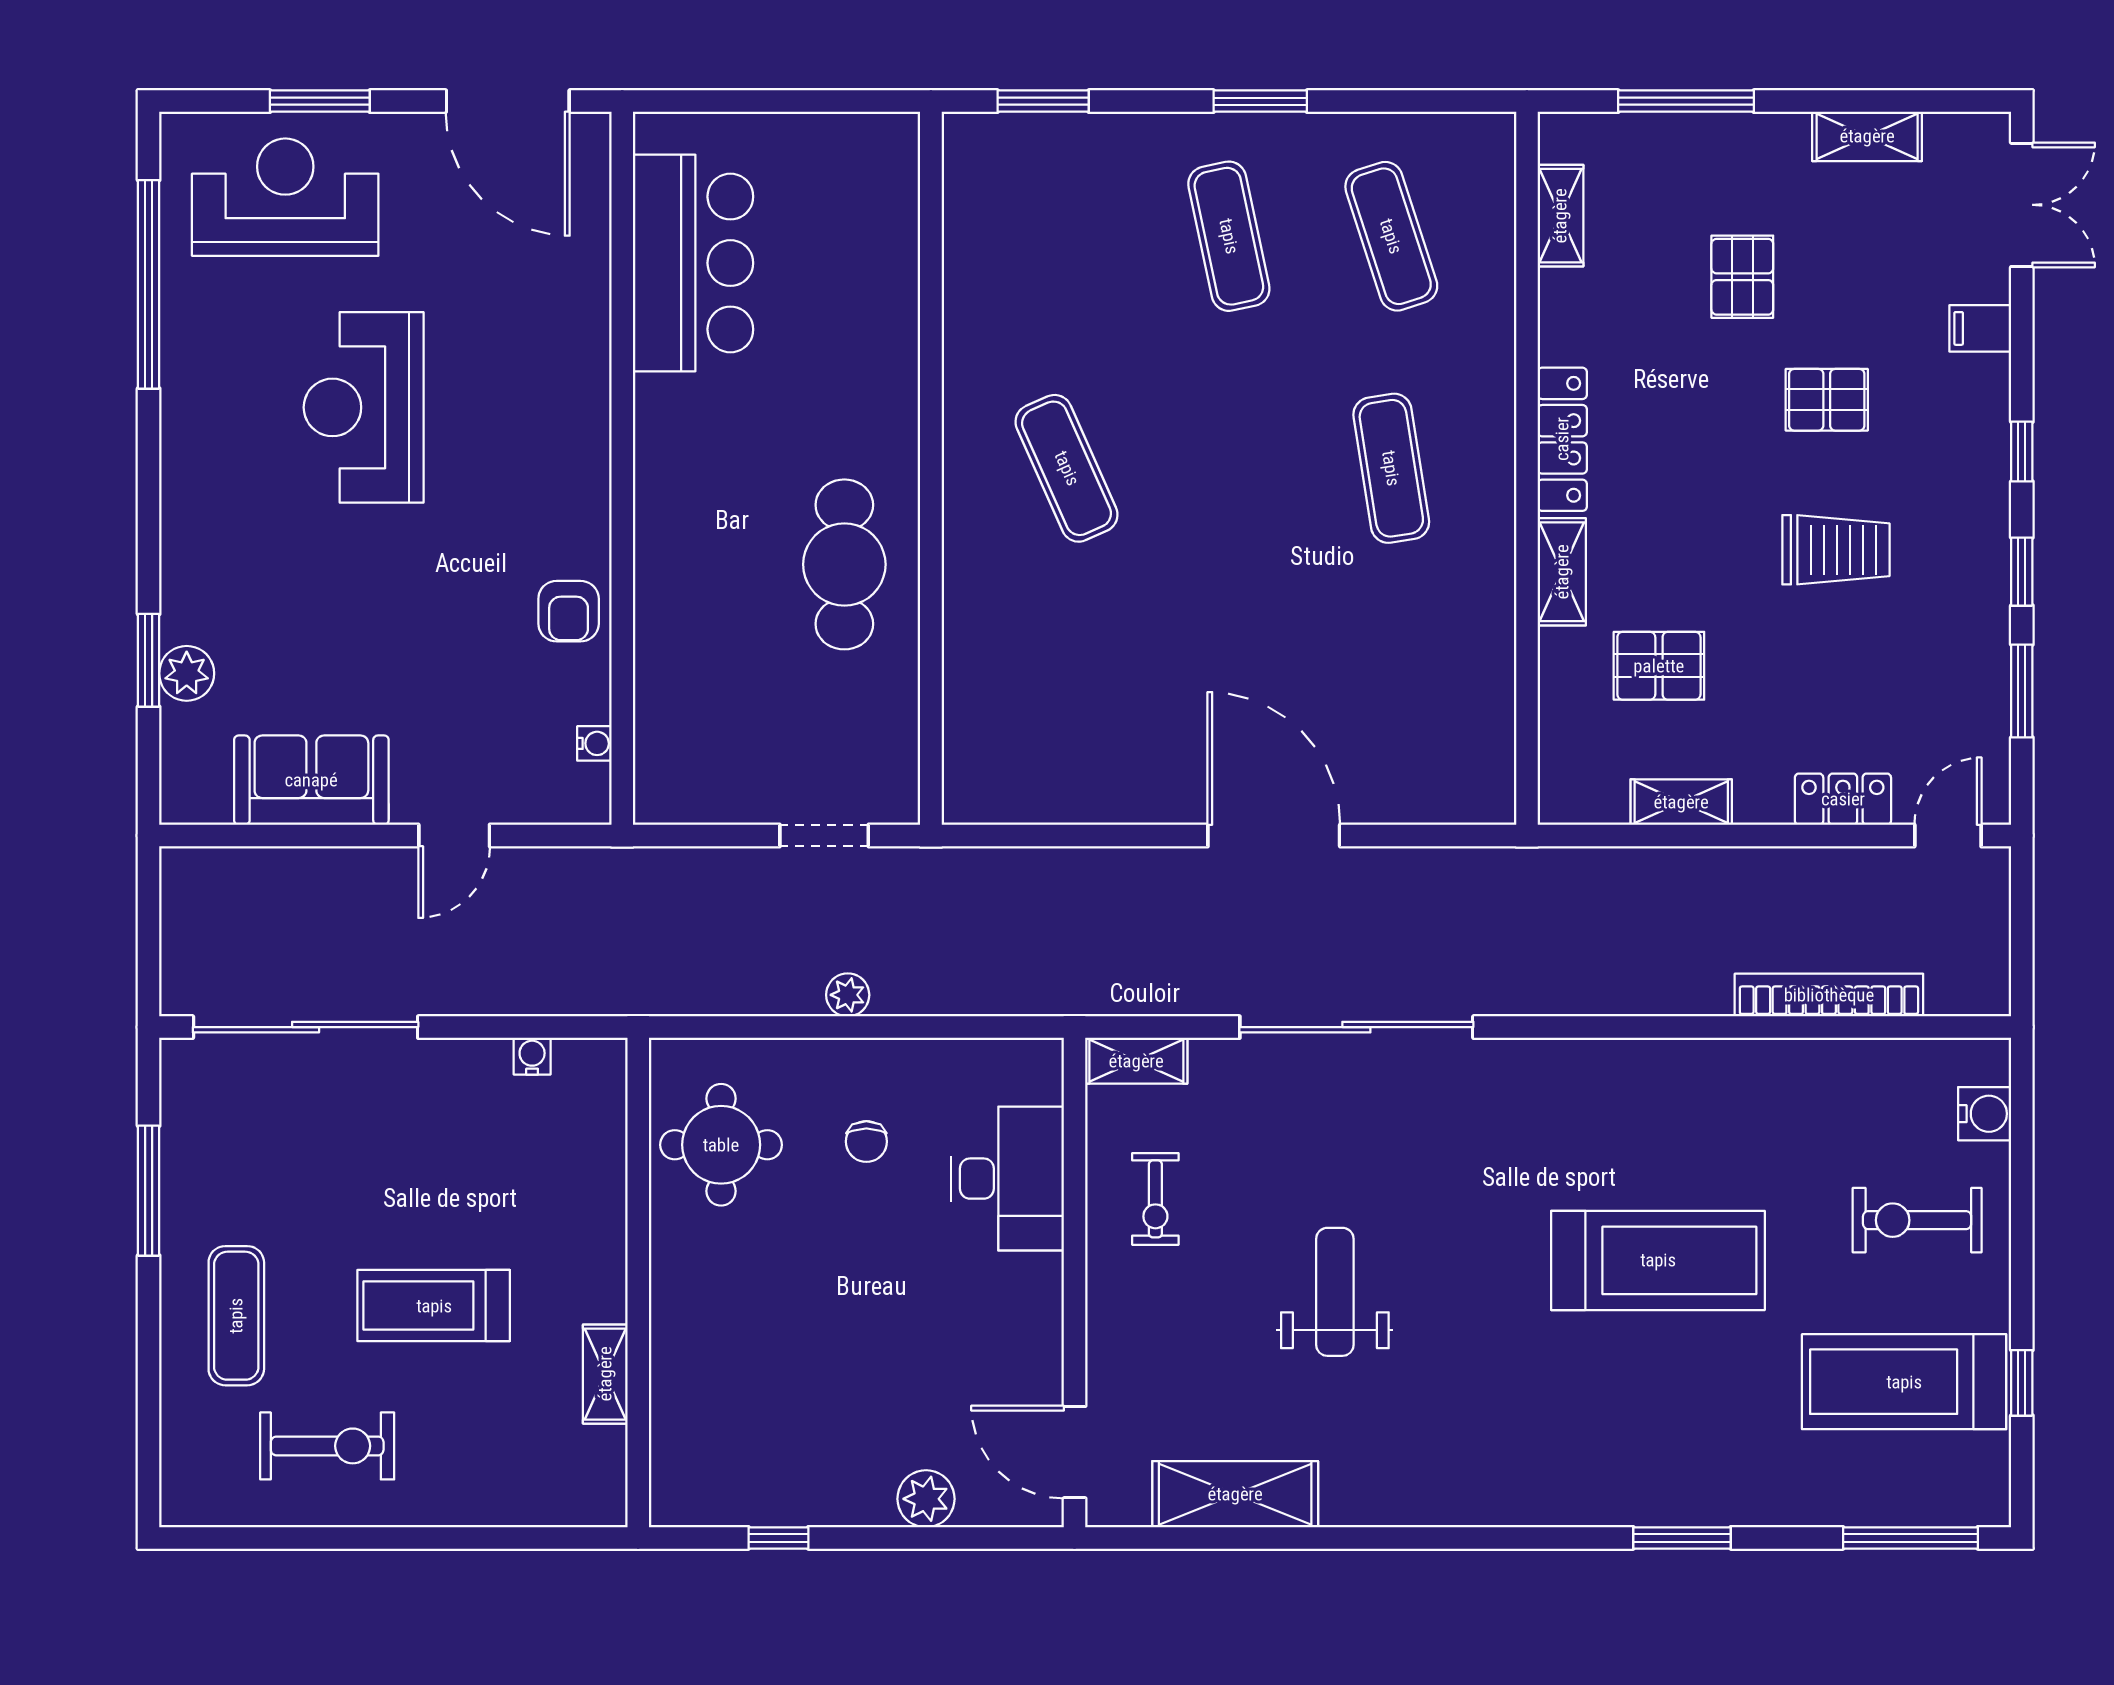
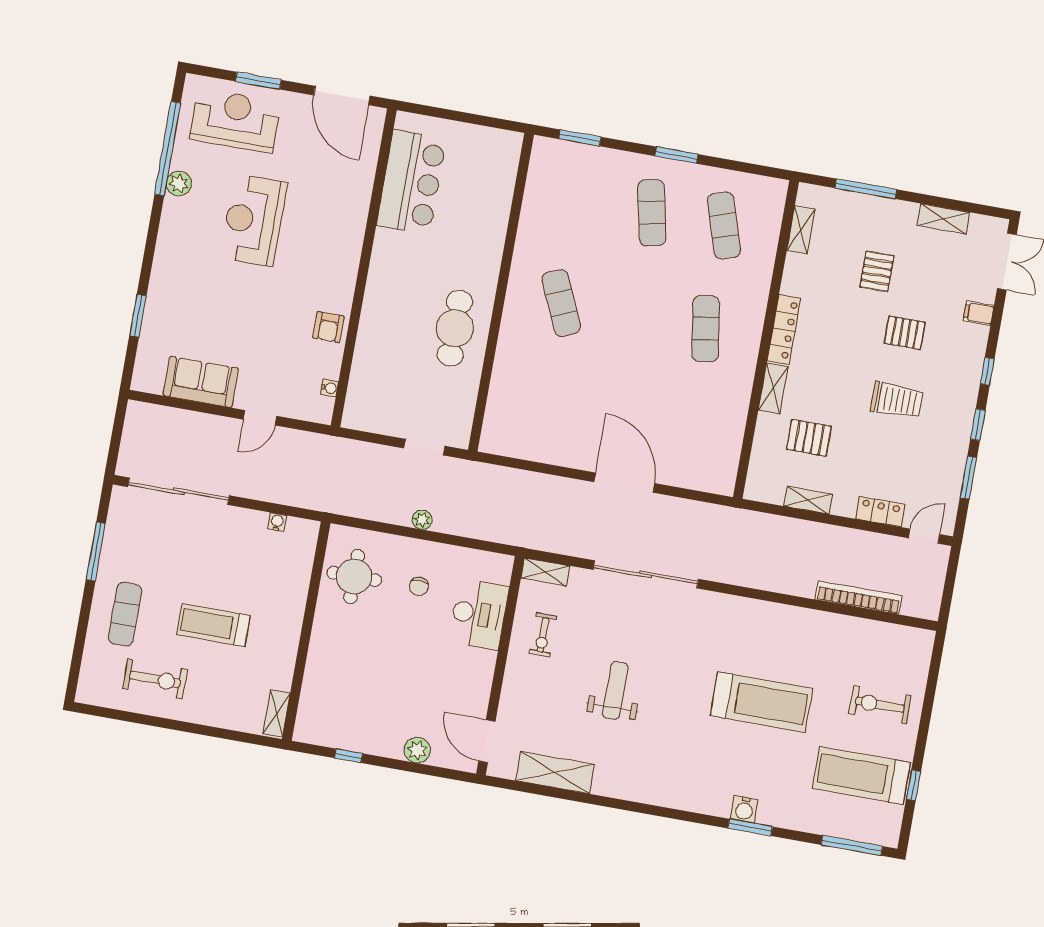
plant: (187, 673) -> (179, 183), moved
water cooler: (1985, 1114) -> (744, 809), moved, turned 90
shelving: (605, 1374) -> (277, 713), moved

